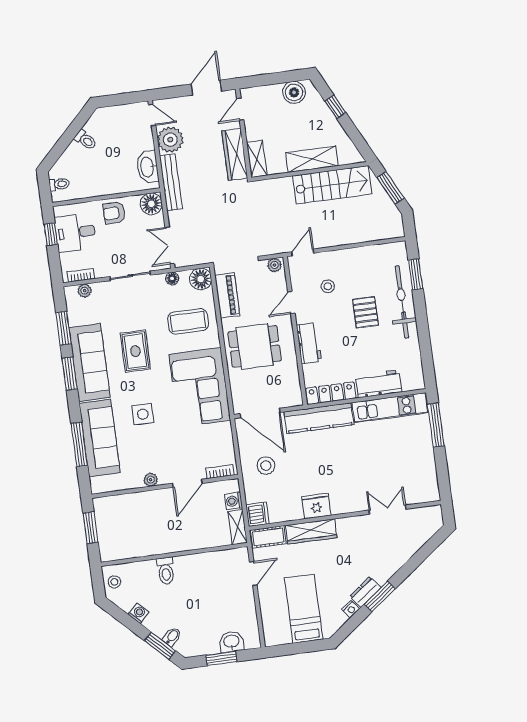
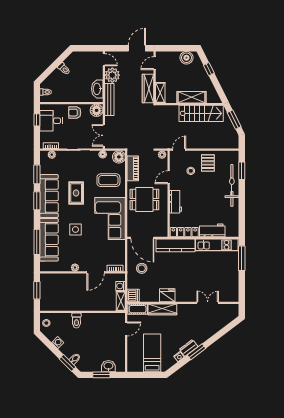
pallet: (365, 312) -> (208, 163), moved

